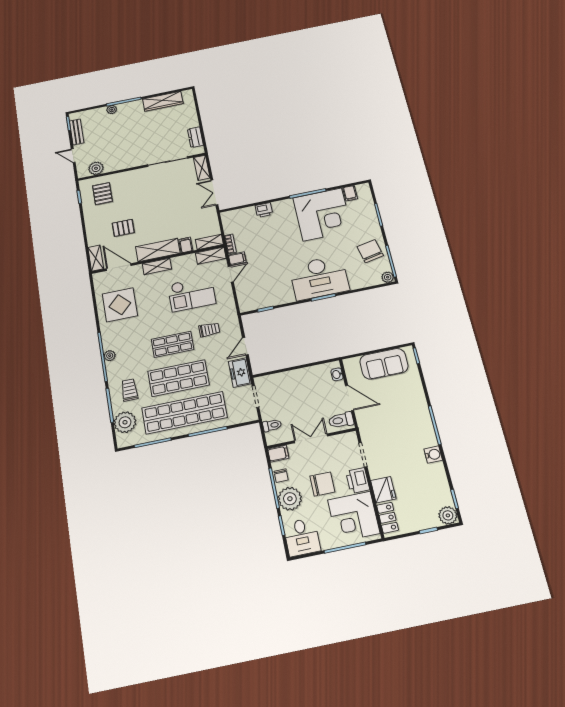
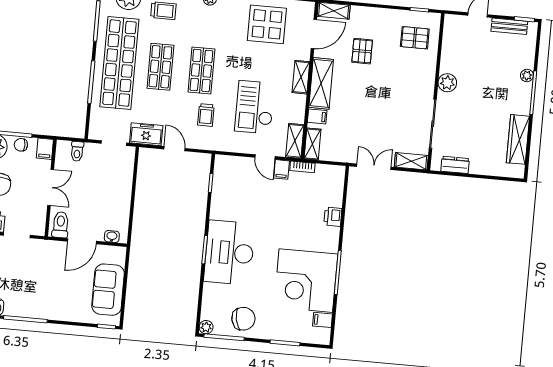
plant: (96, 168) -> (447, 83), moved
shop shelf: (178, 378) -> (160, 67), width x0.70, depth x0.74

